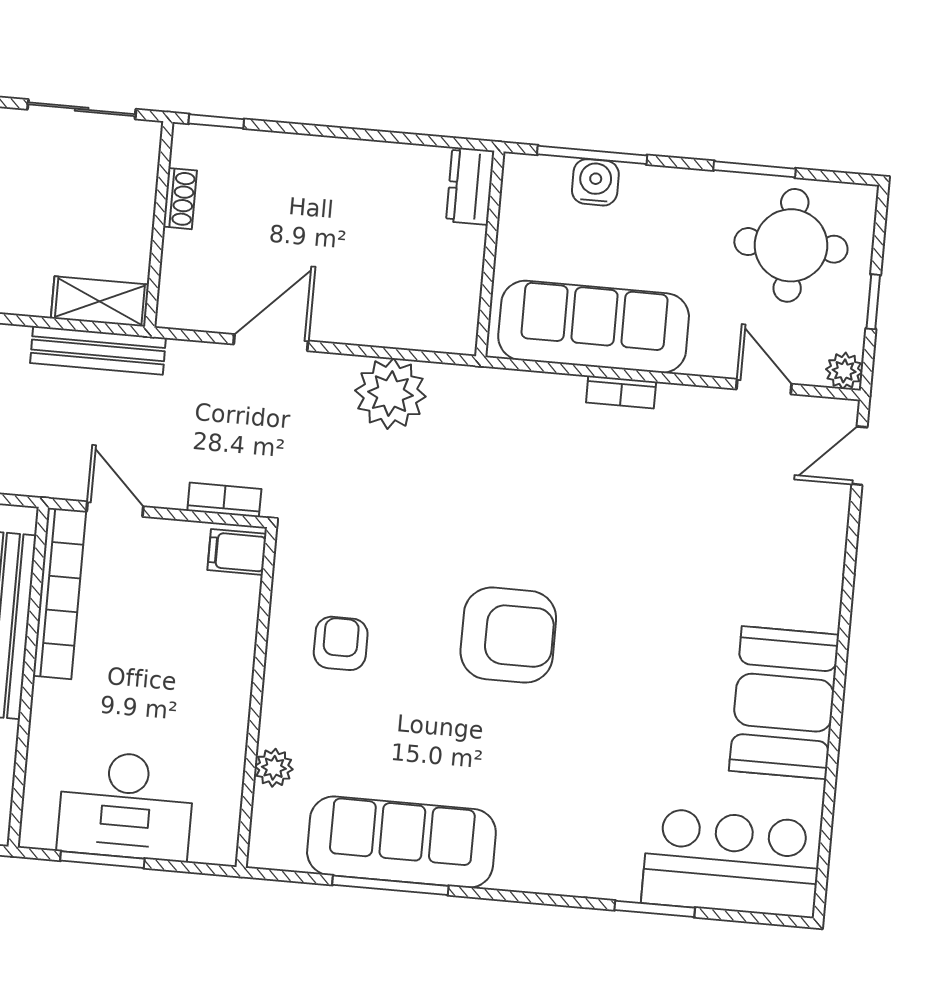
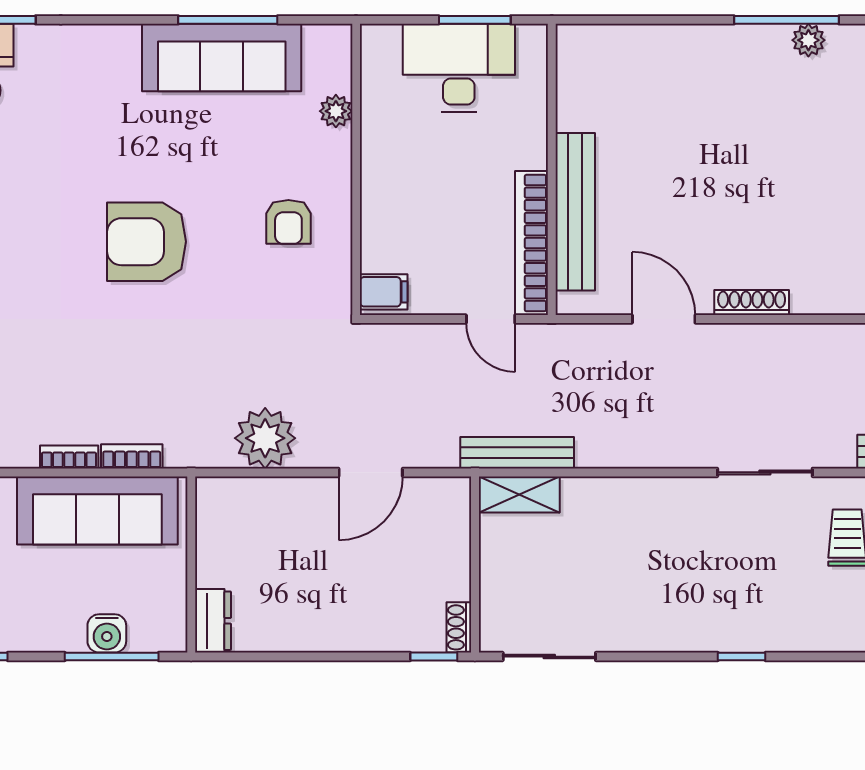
shoe rack: (180, 199) -> (459, 627), moved
bookcase: (224, 500) -> (132, 456), moved, turned 180

